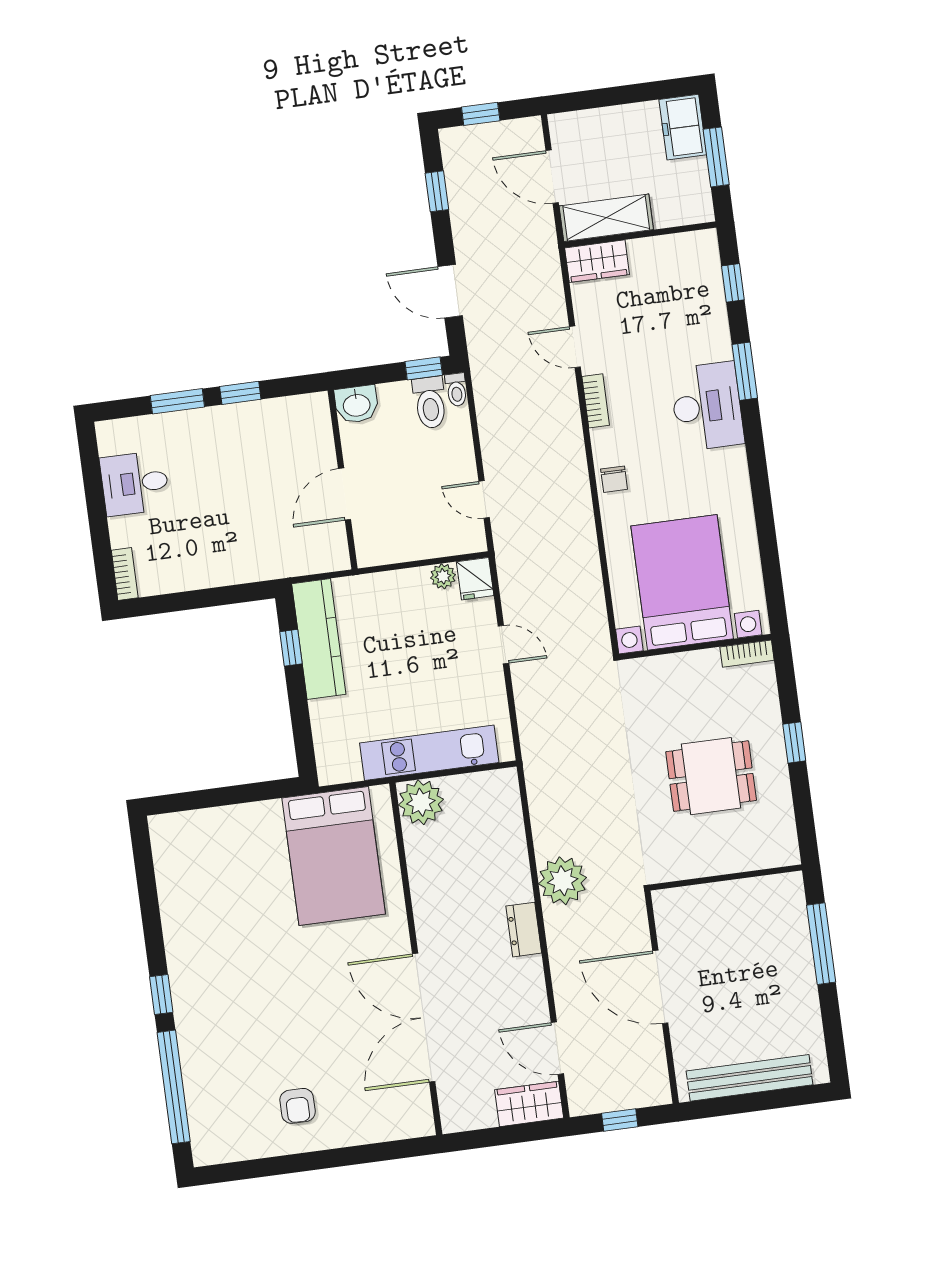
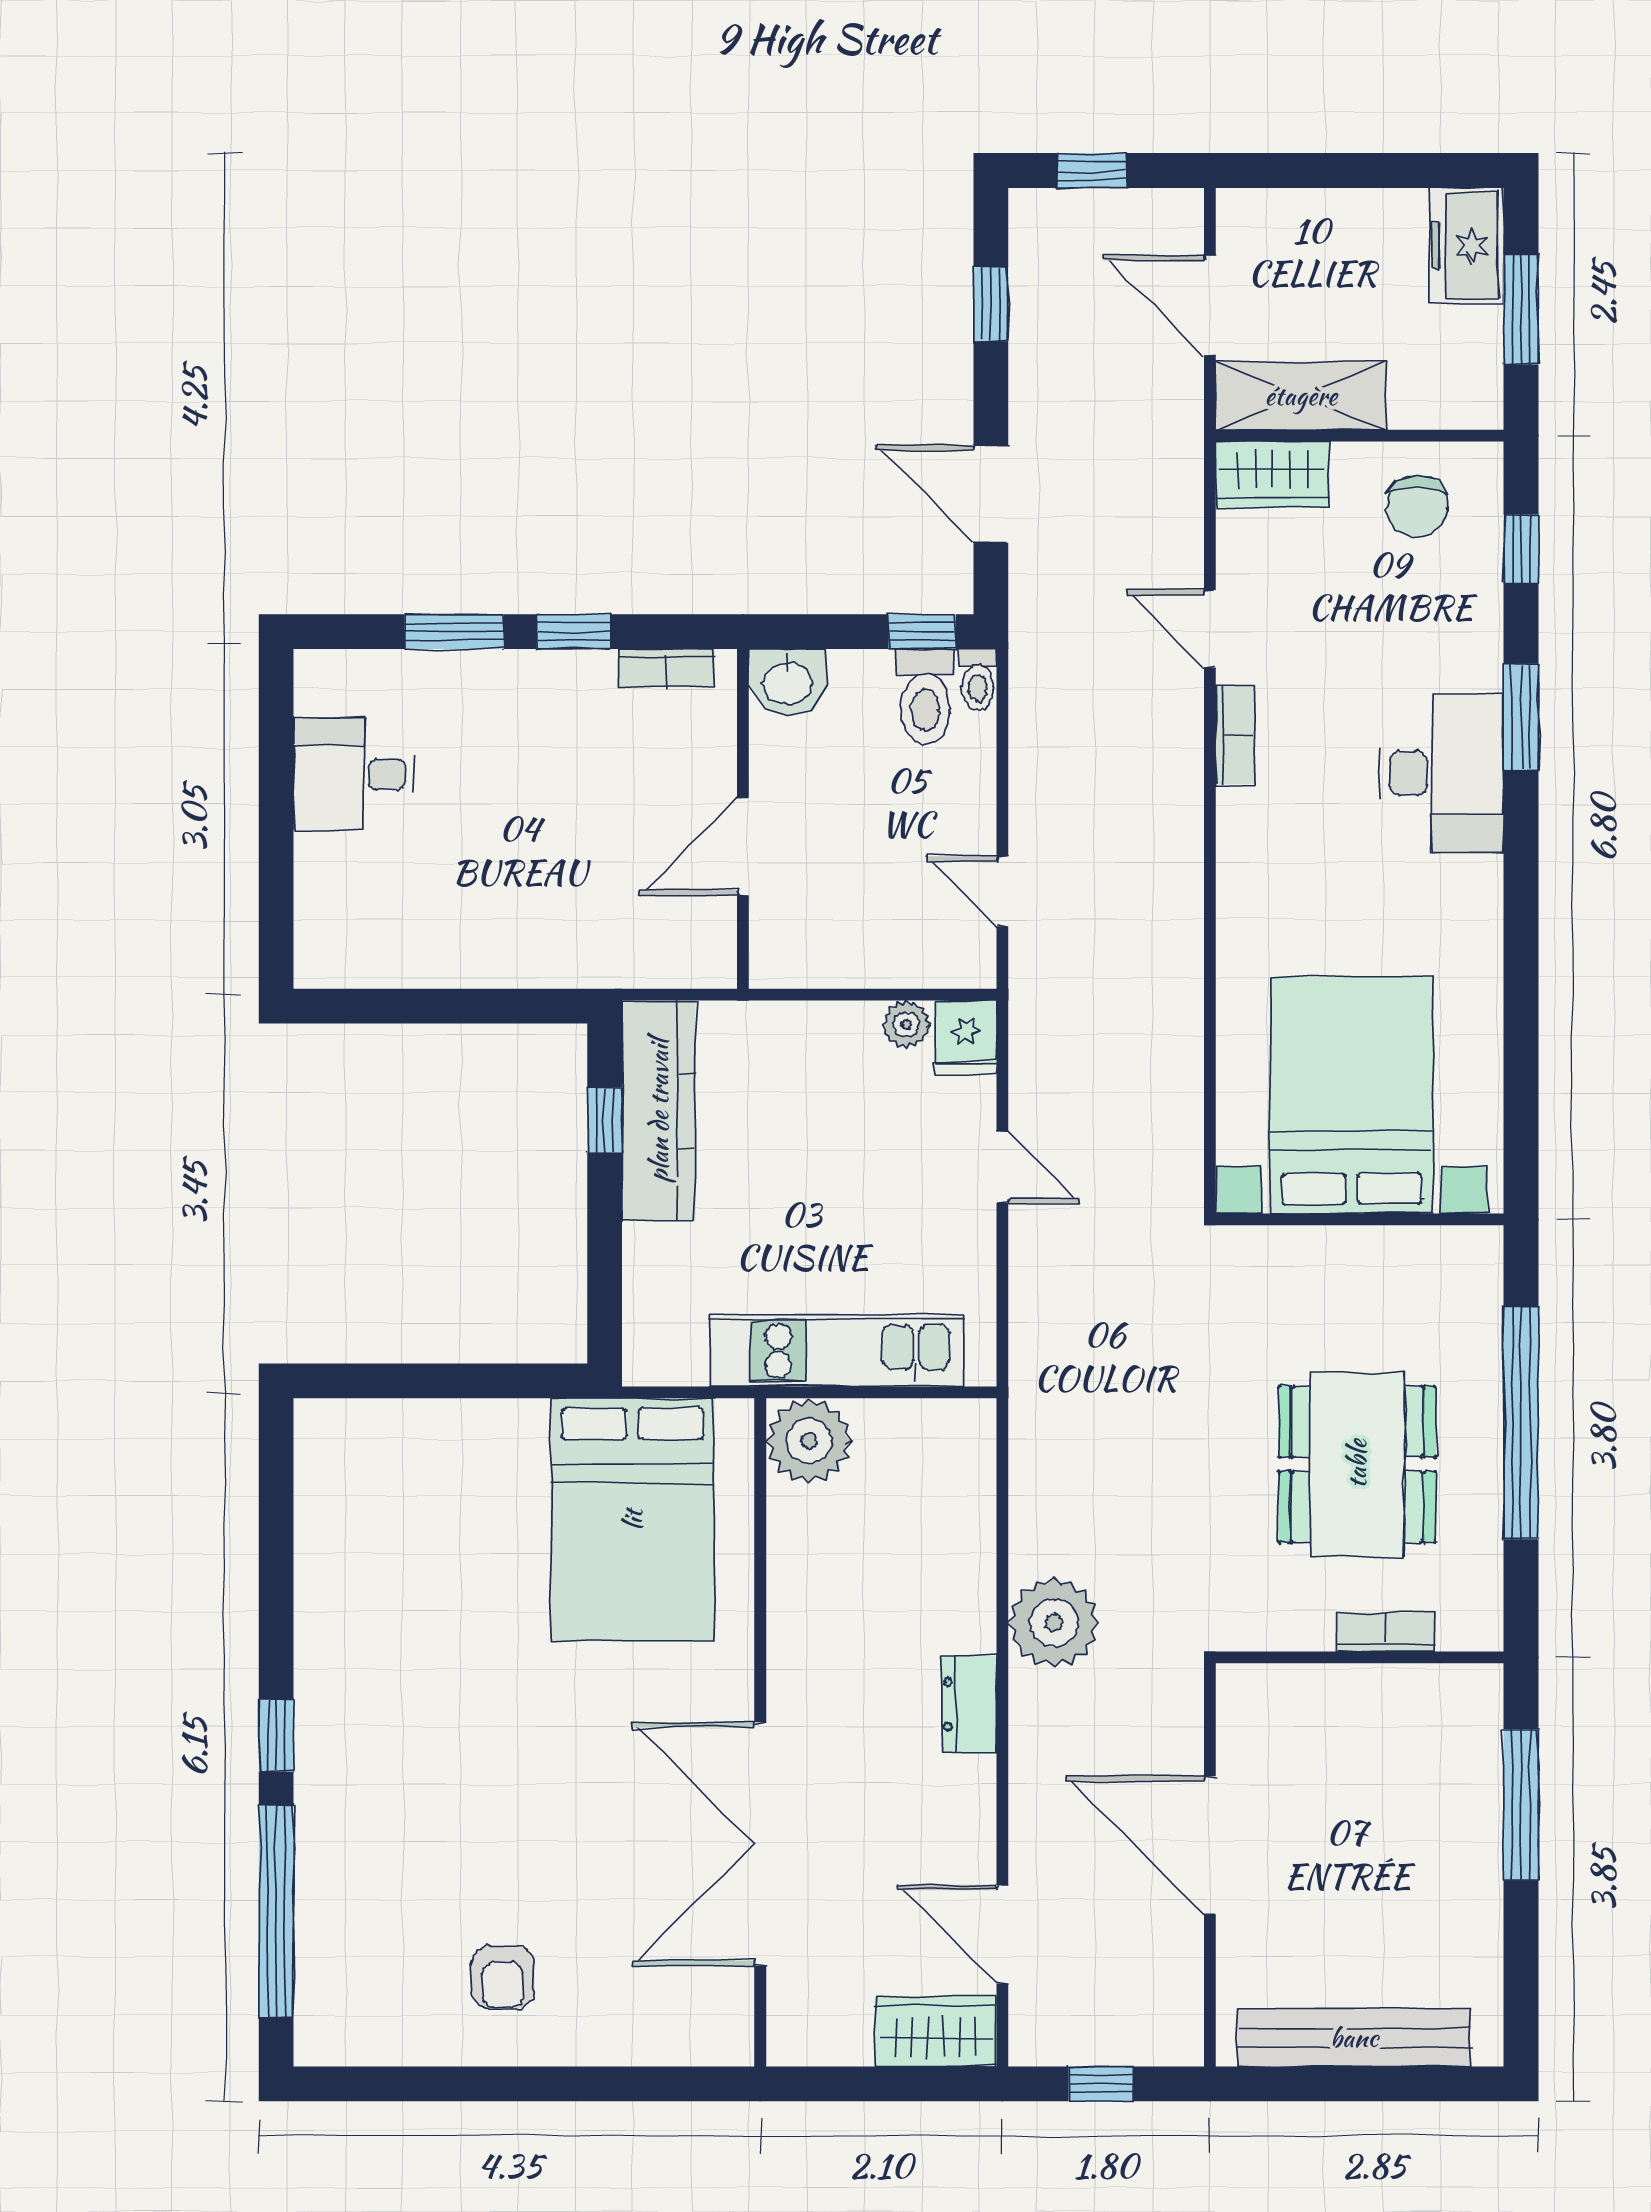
chair: (614, 479) -> (1417, 506), moved, width x1.37, depth x1.37
bookcase: (125, 574) -> (667, 668), moved, turned 90
bookcase: (747, 654) -> (1386, 1632), moved, turned 180
window: (794, 743) -> (1521, 1423), width x3.17
dining table: (711, 776) -> (1357, 1464), width x1.38

